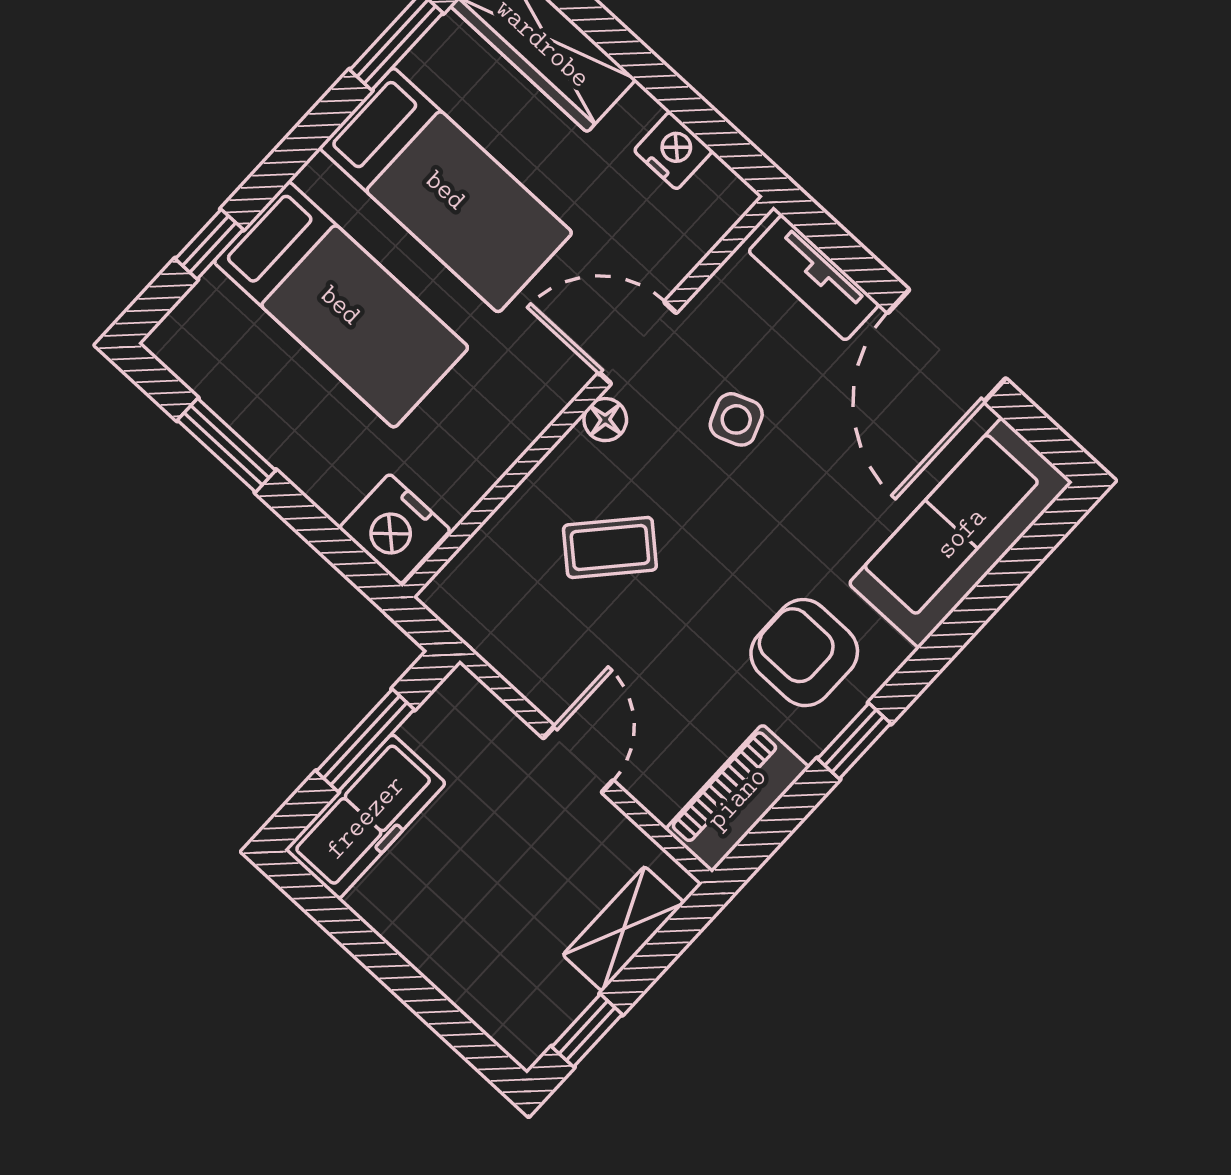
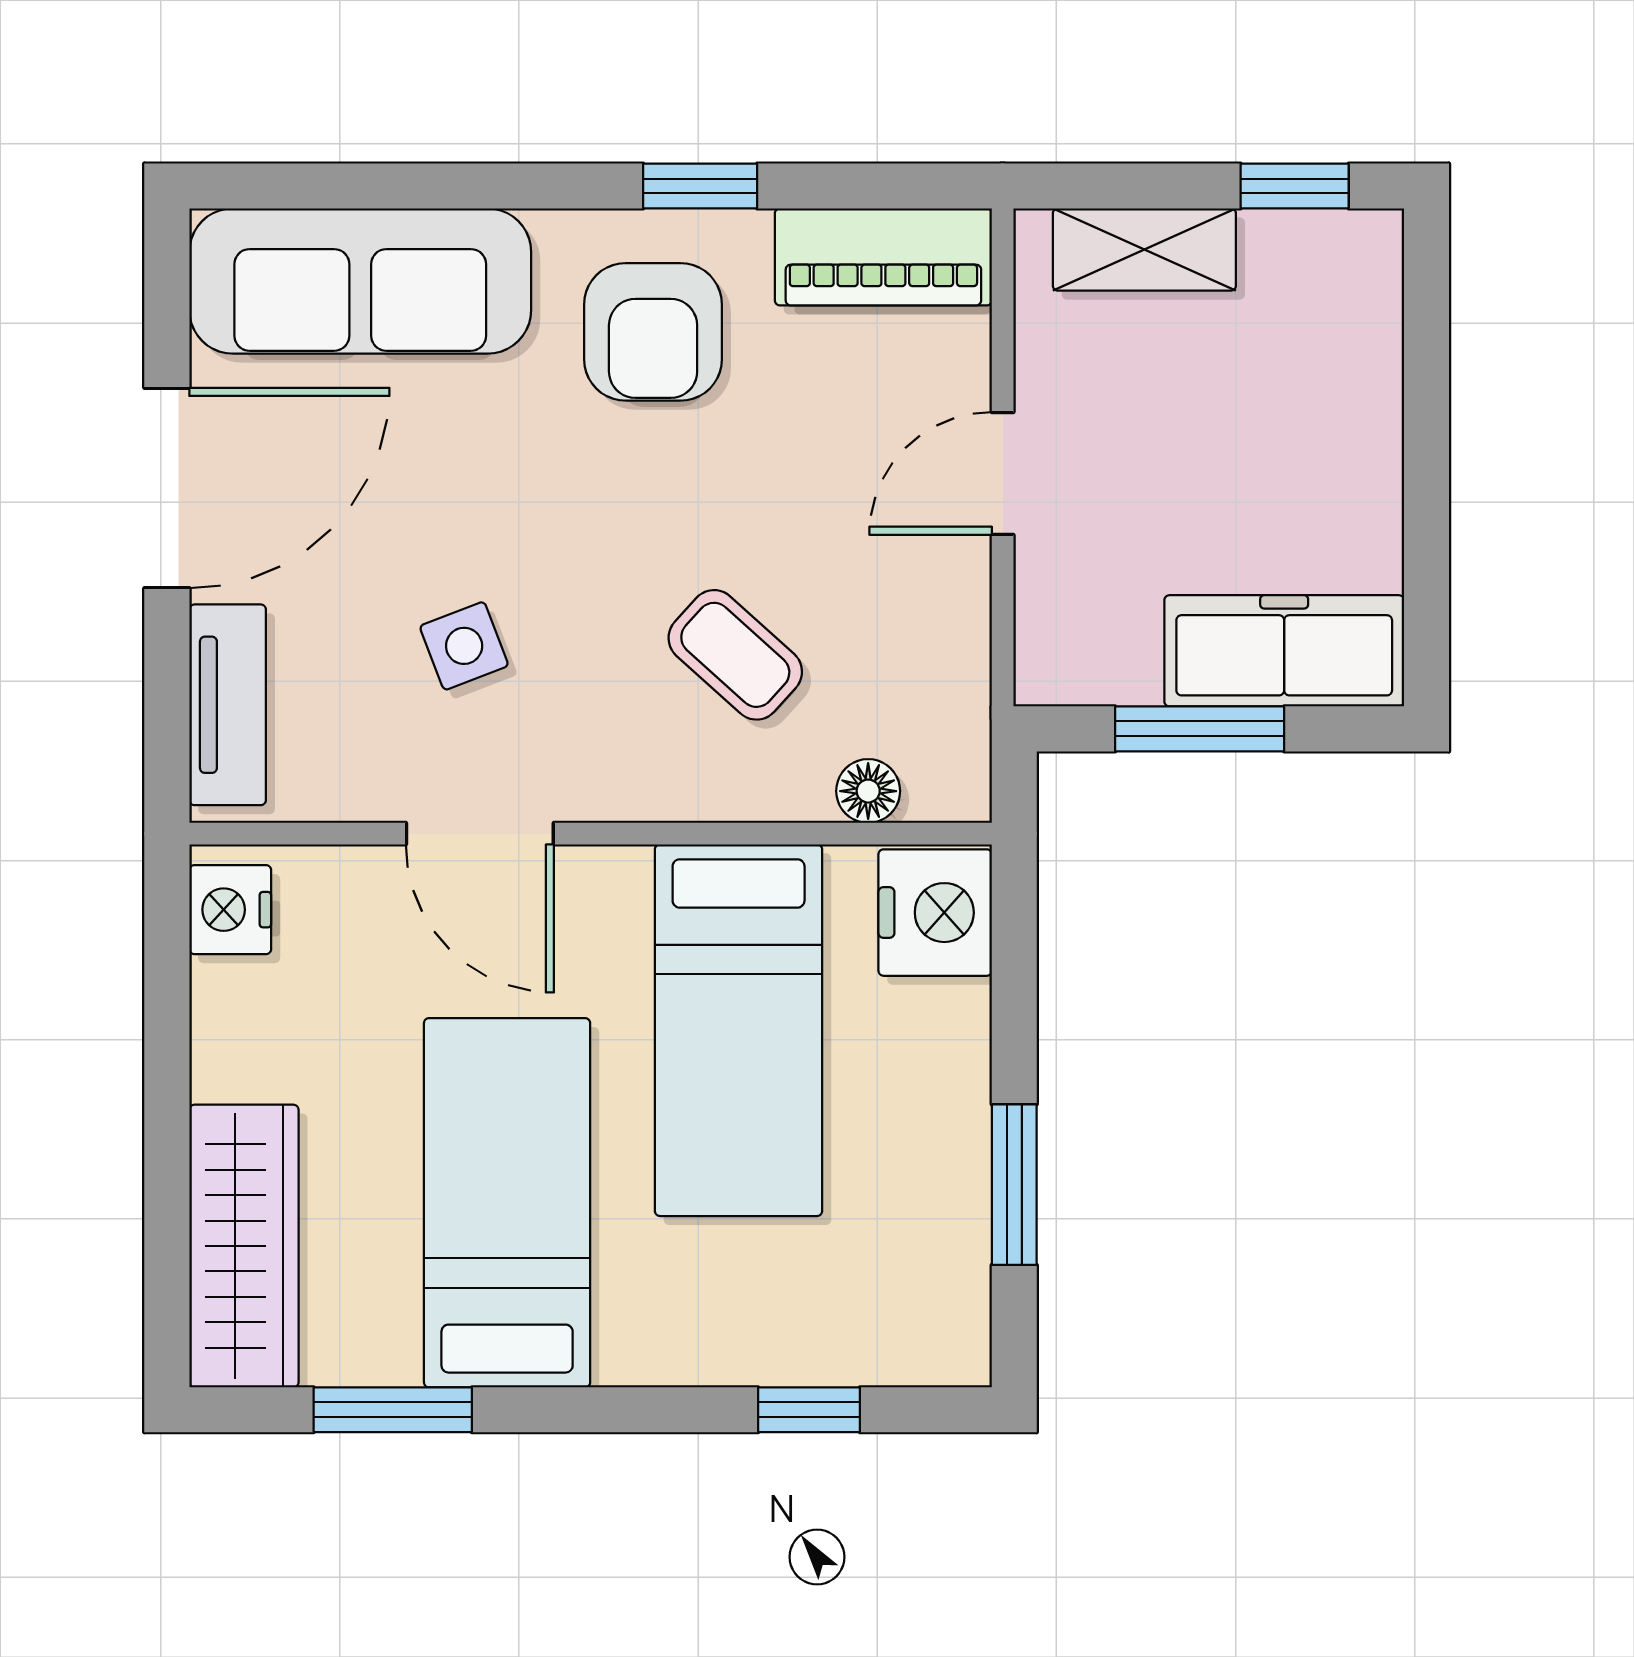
nightstand: (673, 151) -> (230, 910), moved
bed: (341, 305) -> (739, 1030), moved, turned 180
floor lamp: (605, 420) -> (868, 791), moved

